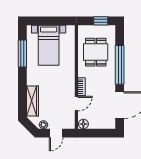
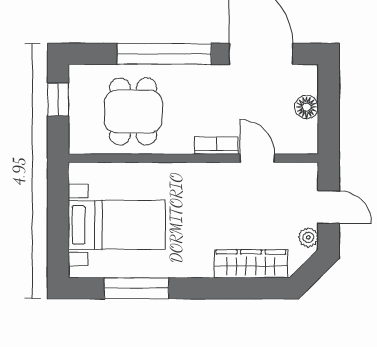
dining table: (96, 52) -> (133, 112), turned 90
floor lamp: (83, 124) -> (306, 107), moved

